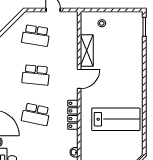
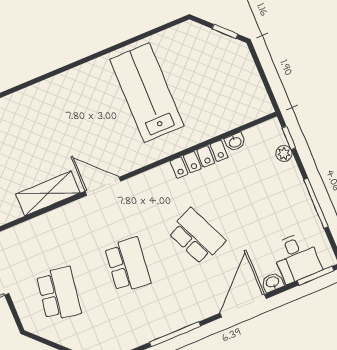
school desk: (36, 114) -> (197, 236), turned -36
locker: (73, 115) -> (199, 159), moved

